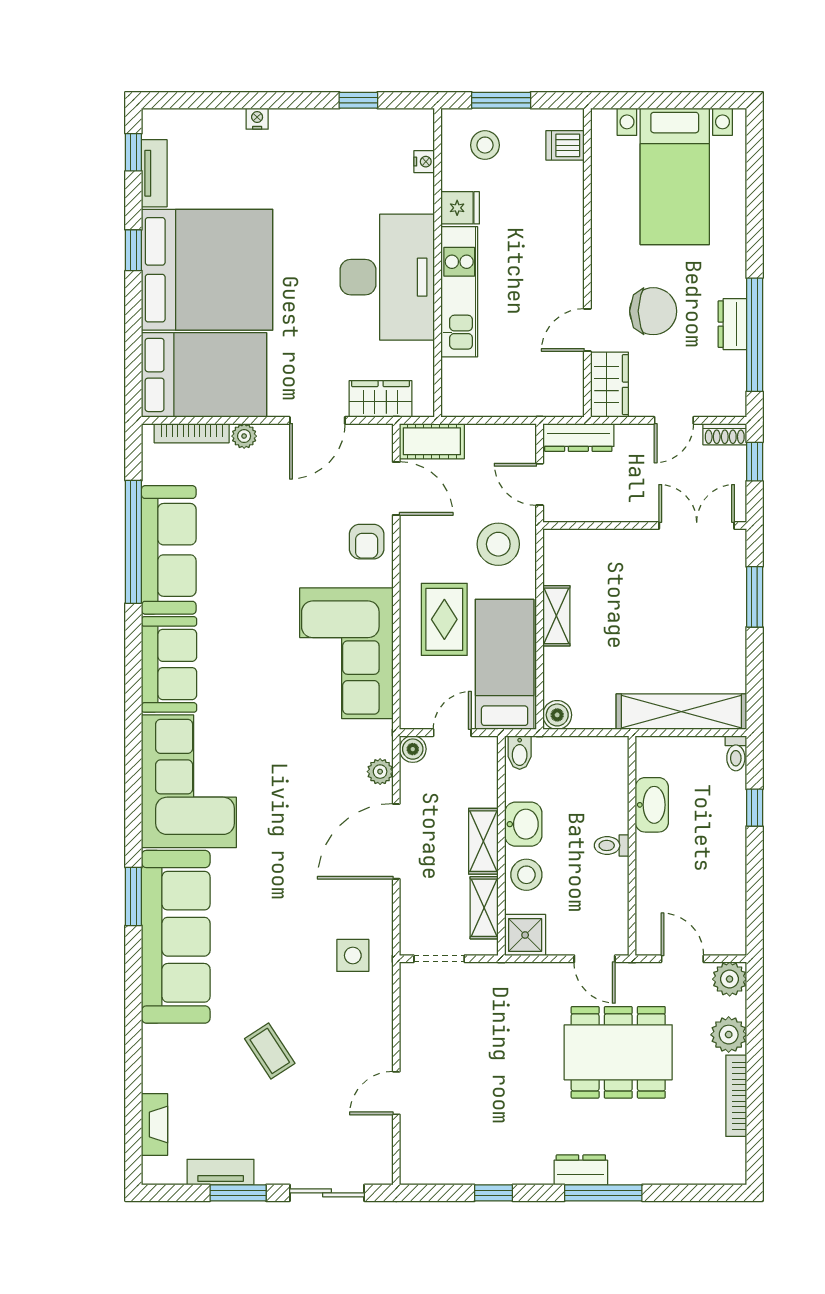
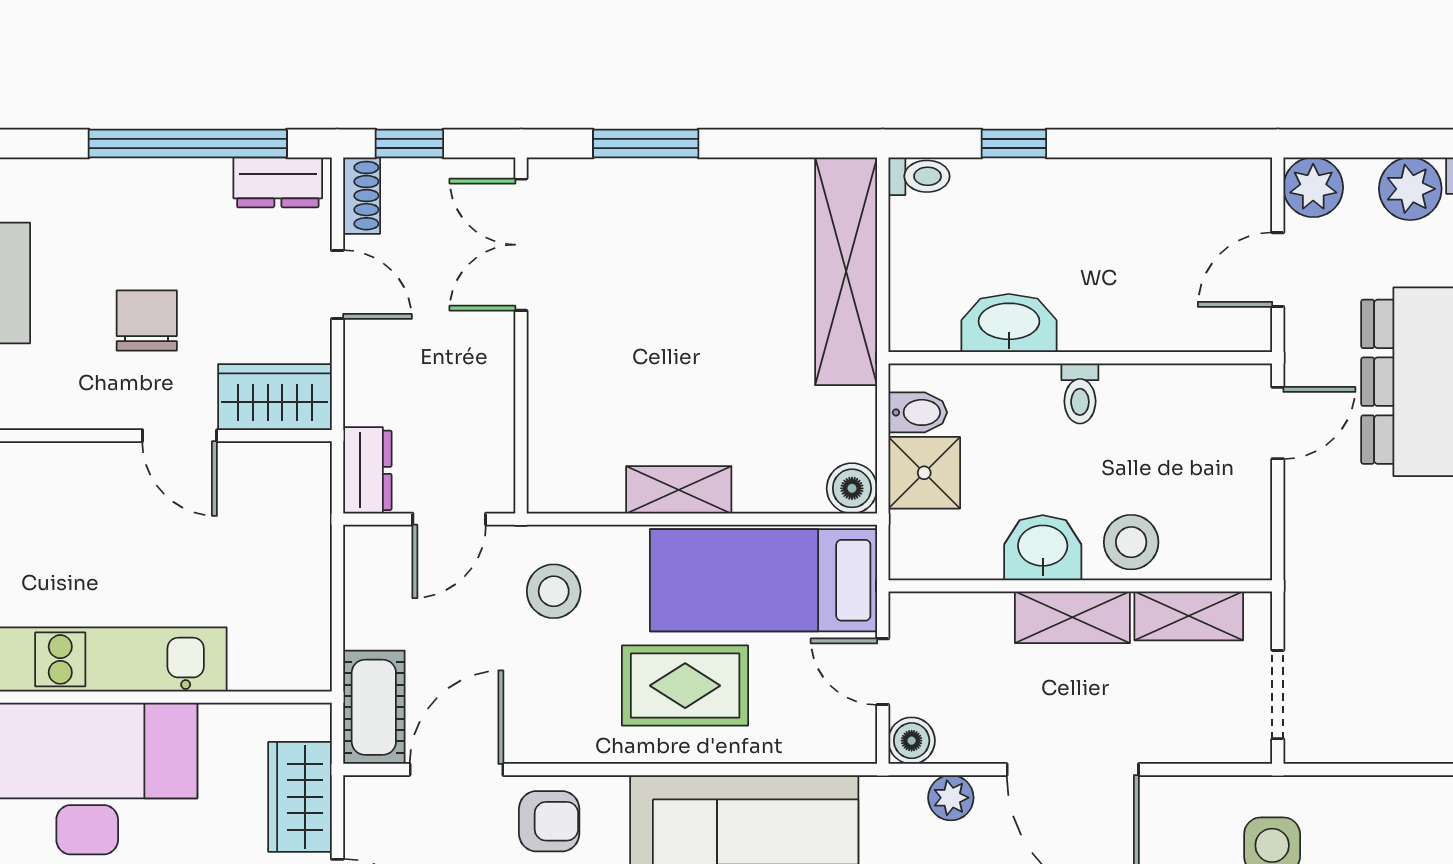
chair: (653, 311) -> (147, 321), width x0.73, depth x0.73
dresser: (732, 324) -> (278, 182), moved
dresser: (578, 438) -> (367, 470), width x0.70
stool: (498, 544) -> (554, 591), width x0.73, depth x0.73
bidet: (520, 753) -> (918, 412), moved
shower: (525, 935) -> (924, 473), moved

